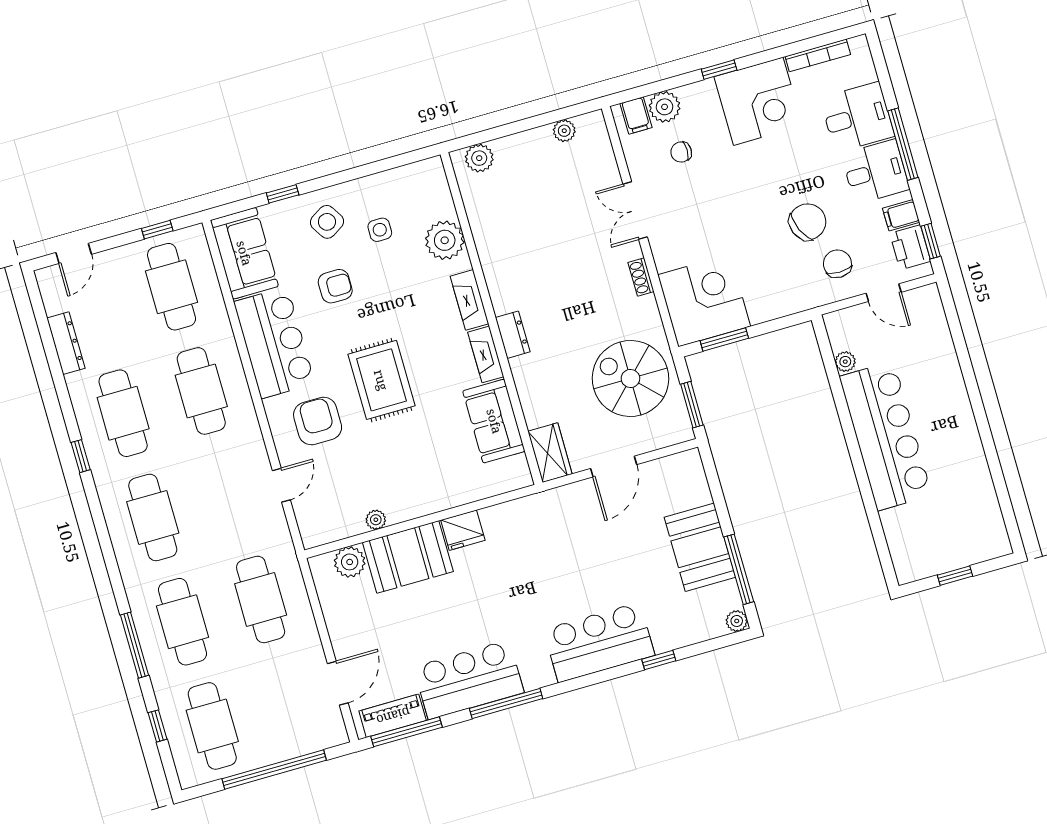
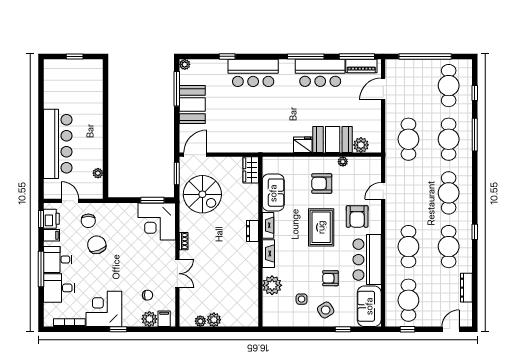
plant: (479, 158) -> (214, 320), moved
chair: (808, 222) -> (97, 245), turned 95
bar counter: (886, 436) -> (58, 144), moved, turned 180
armchair: (404, 465) -> (322, 184), added
door: (614, 466) -> (195, 155), moved

